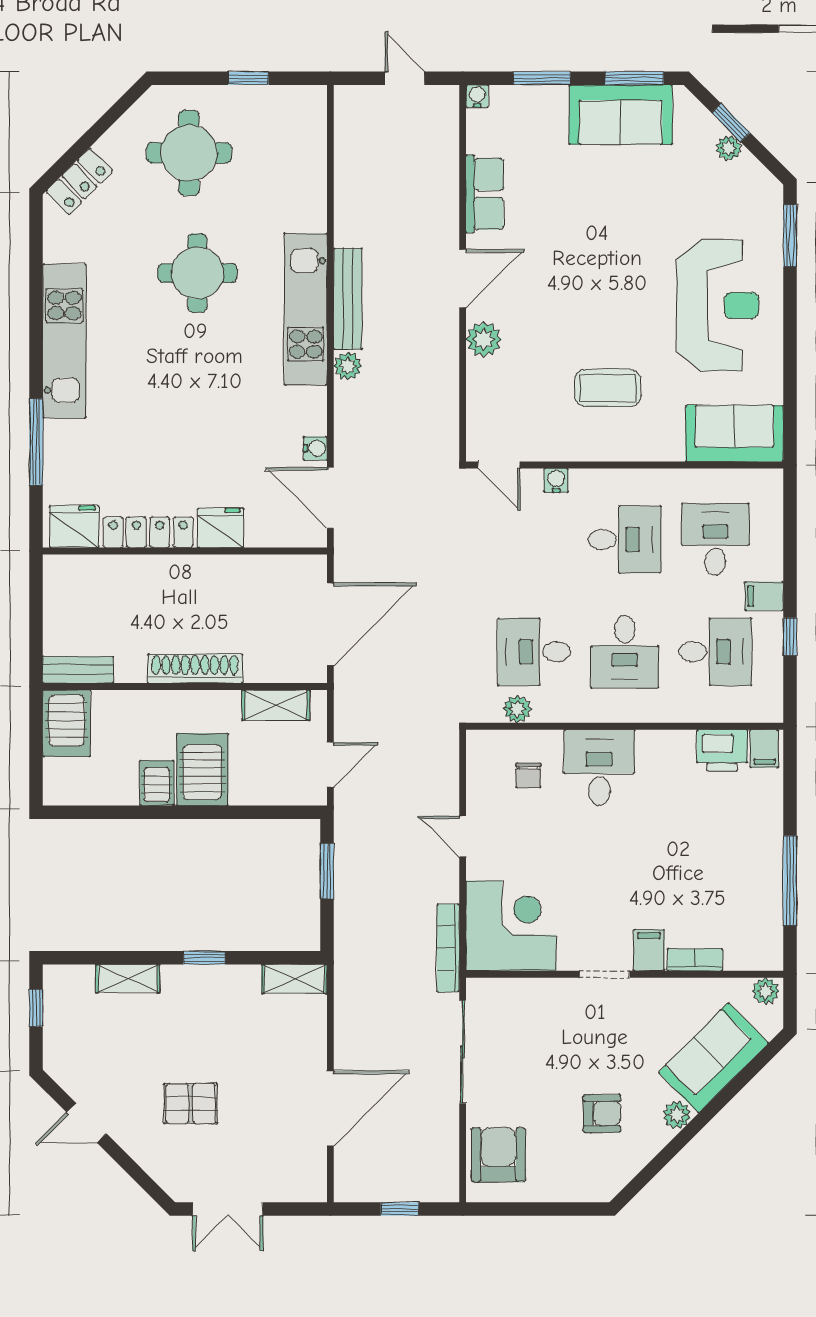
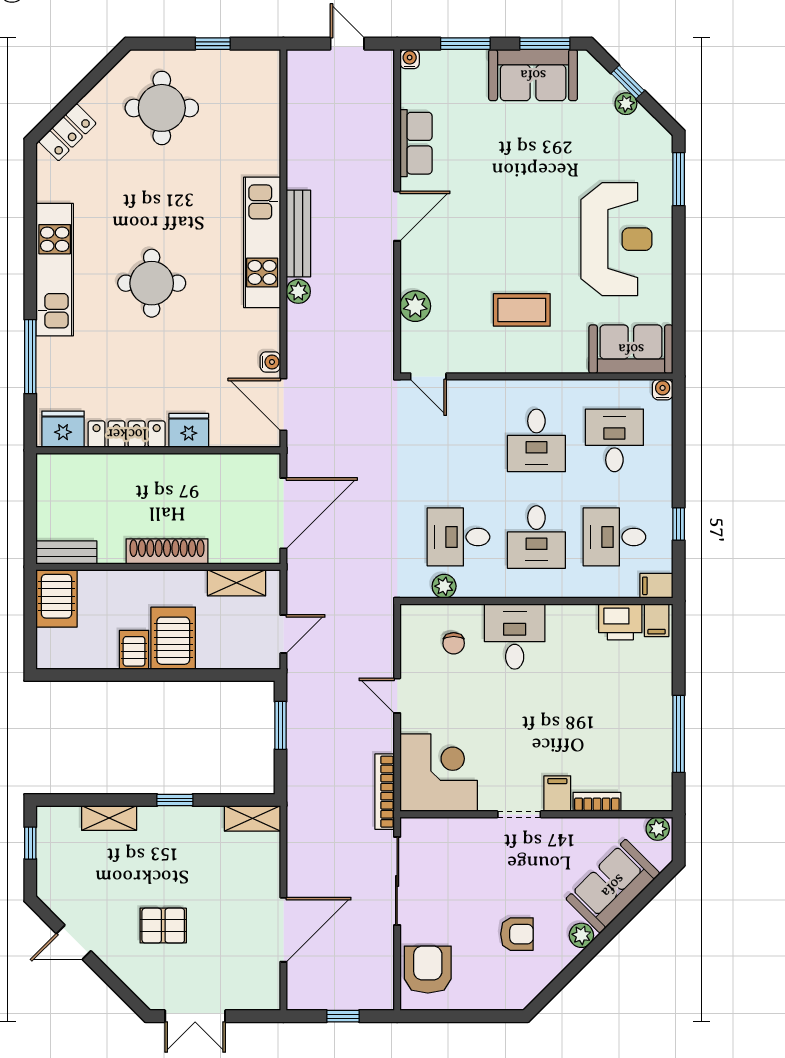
round table: (197, 273) -> (152, 283), moved
plant: (484, 339) -> (415, 306), moved
water cooler: (556, 480) -> (663, 390), moved
desk: (625, 539) -> (536, 440), turned 90
filing cabinet: (764, 596) -> (656, 586), moved
desk: (715, 652) -> (614, 537), turned 180

